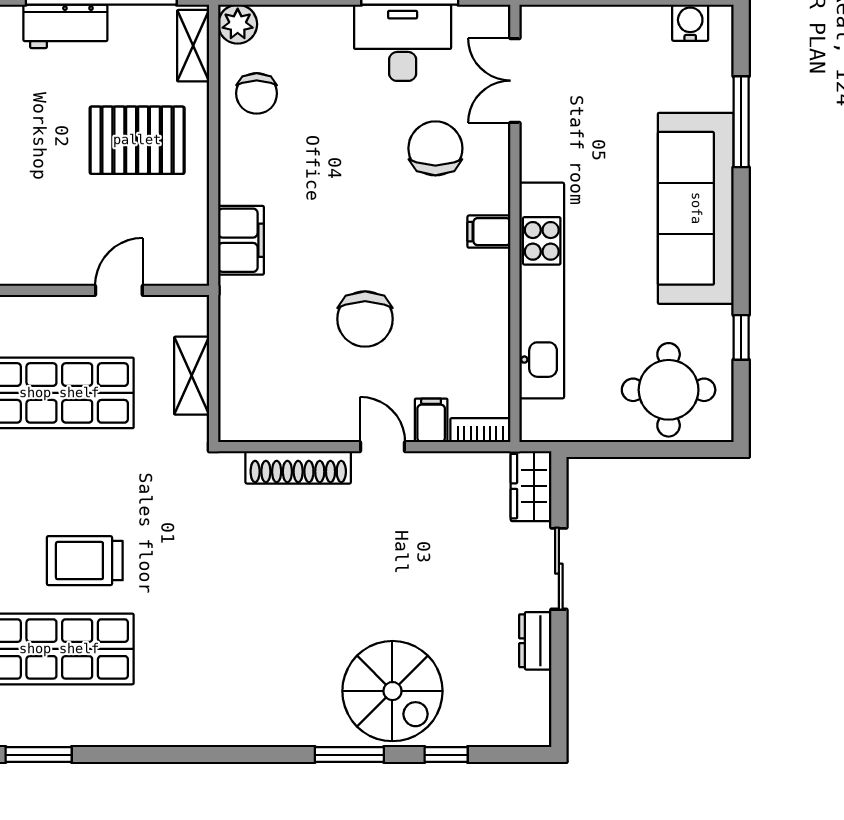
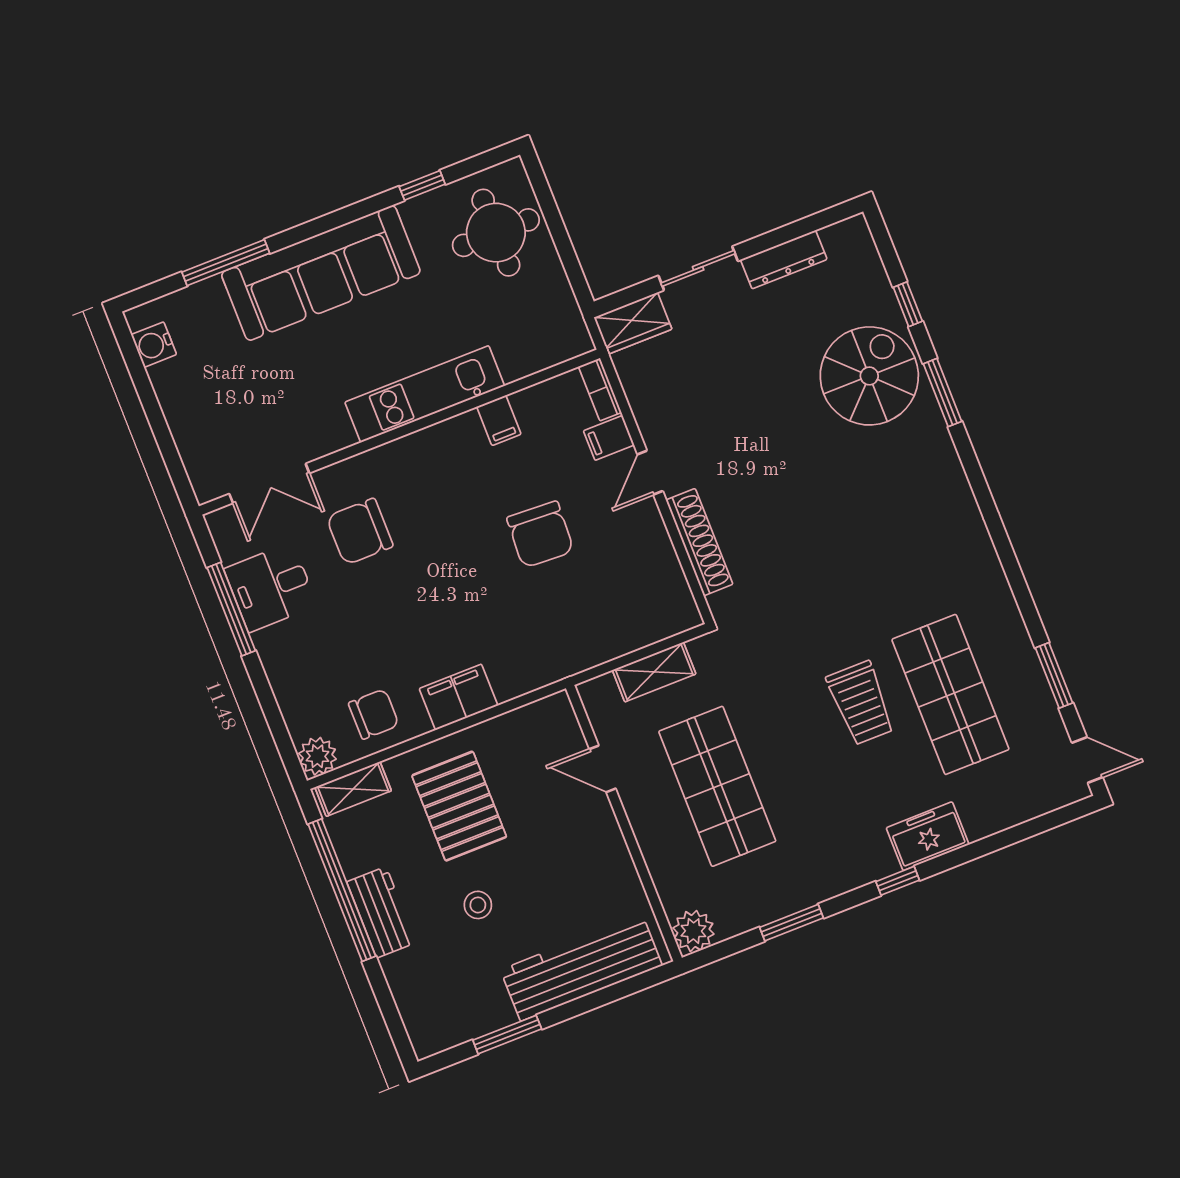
desk: (403, 43) -> (271, 587), width x0.73
stool: (36, 121) -> (478, 905), added
filing cabinet: (489, 232) -> (499, 420), moved
filing cabinet: (241, 240) -> (459, 697), moved
kitchen unit: (542, 290) -> (425, 394), width x0.73
chair: (365, 319) -> (540, 534), turned 93
dresser: (535, 641) -> (784, 259), width x1.44

